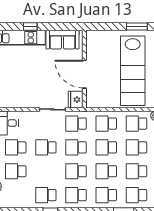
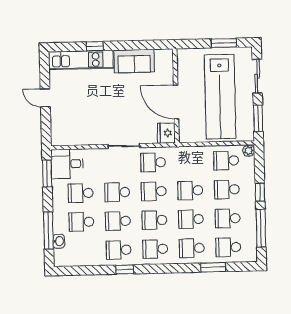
wall: (84, 69) -> (176, 96), moved
door: (84, 74) -> (176, 102), moved
fridge: (76, 100) -> (166, 133), moved
school desk: (106, 124) -> (118, 221), moved

